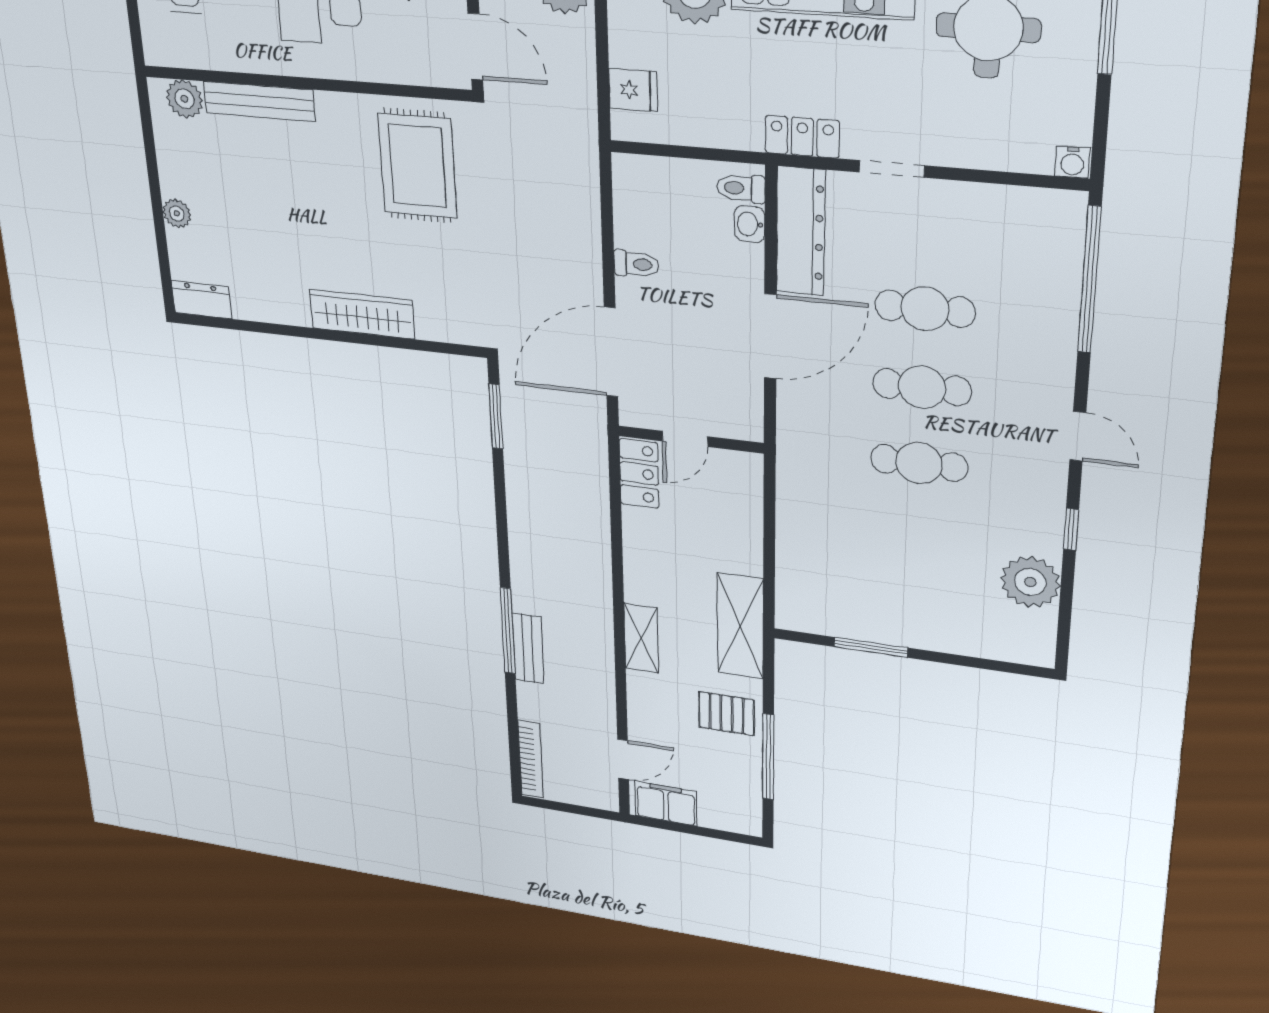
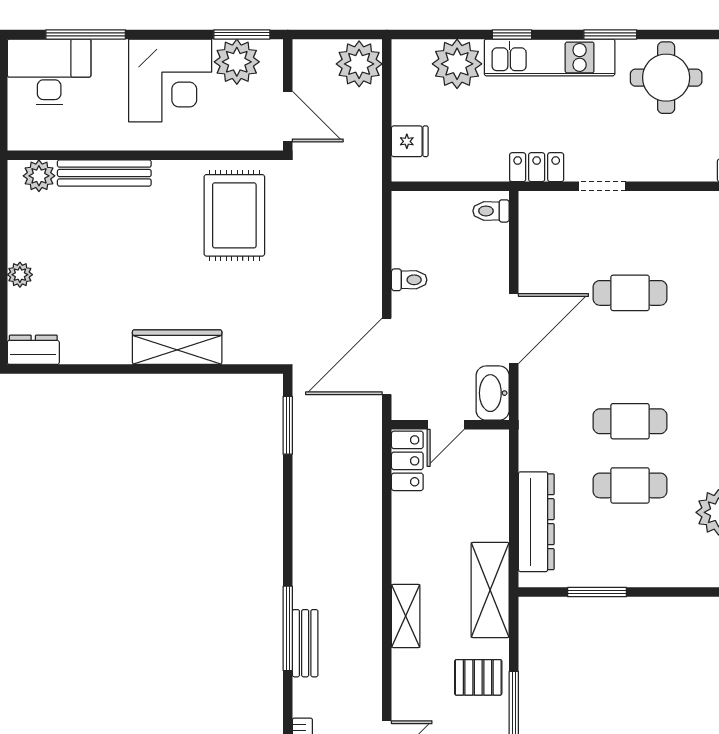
washbasin: (750, 224) -> (493, 393), moved, width x1.91, depth x1.45
dresser: (801, 231) -> (536, 522), moved
cafe table: (922, 387) -> (630, 485), moved

